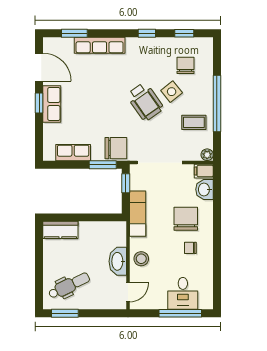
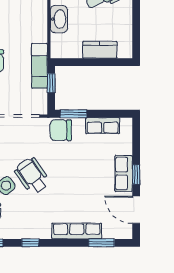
window: (126, 183) -> (51, 83), moved
kitchen counter: (60, 230) -> (100, 50), moved
stool: (141, 259) -> (36, 22), removed

